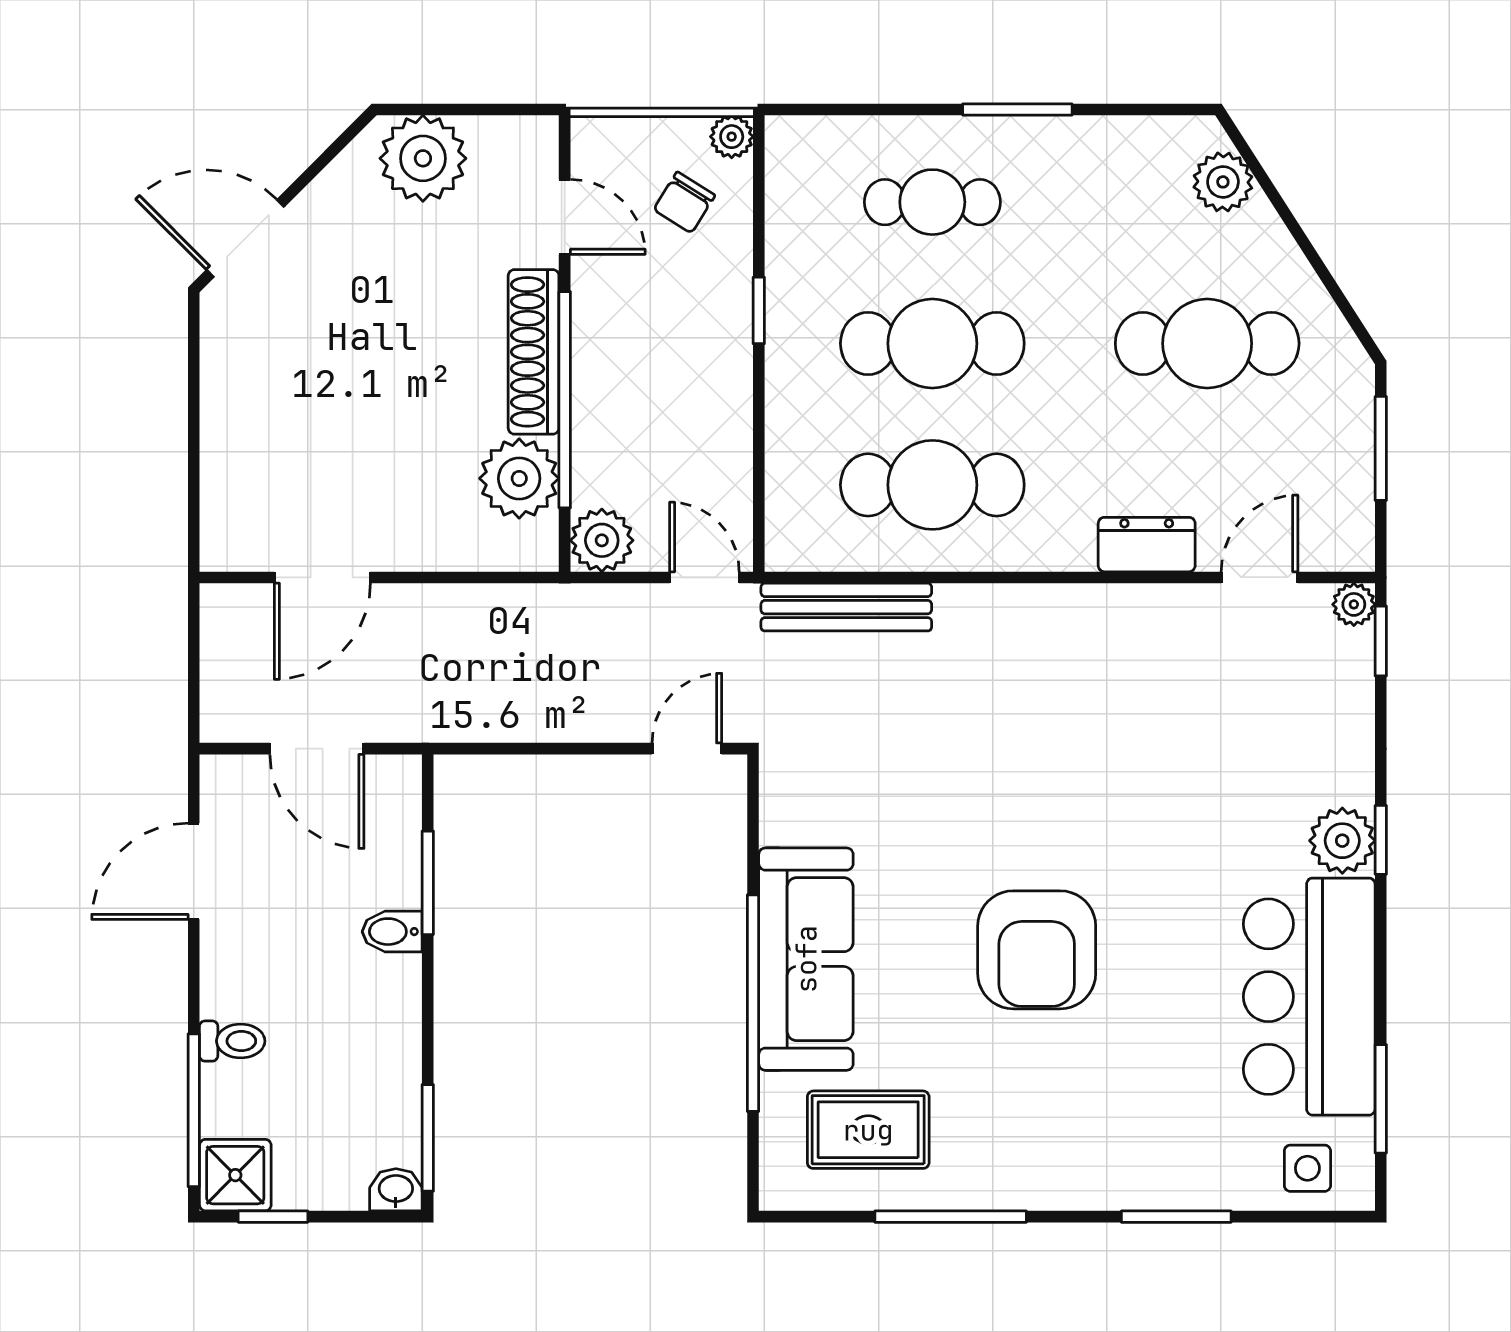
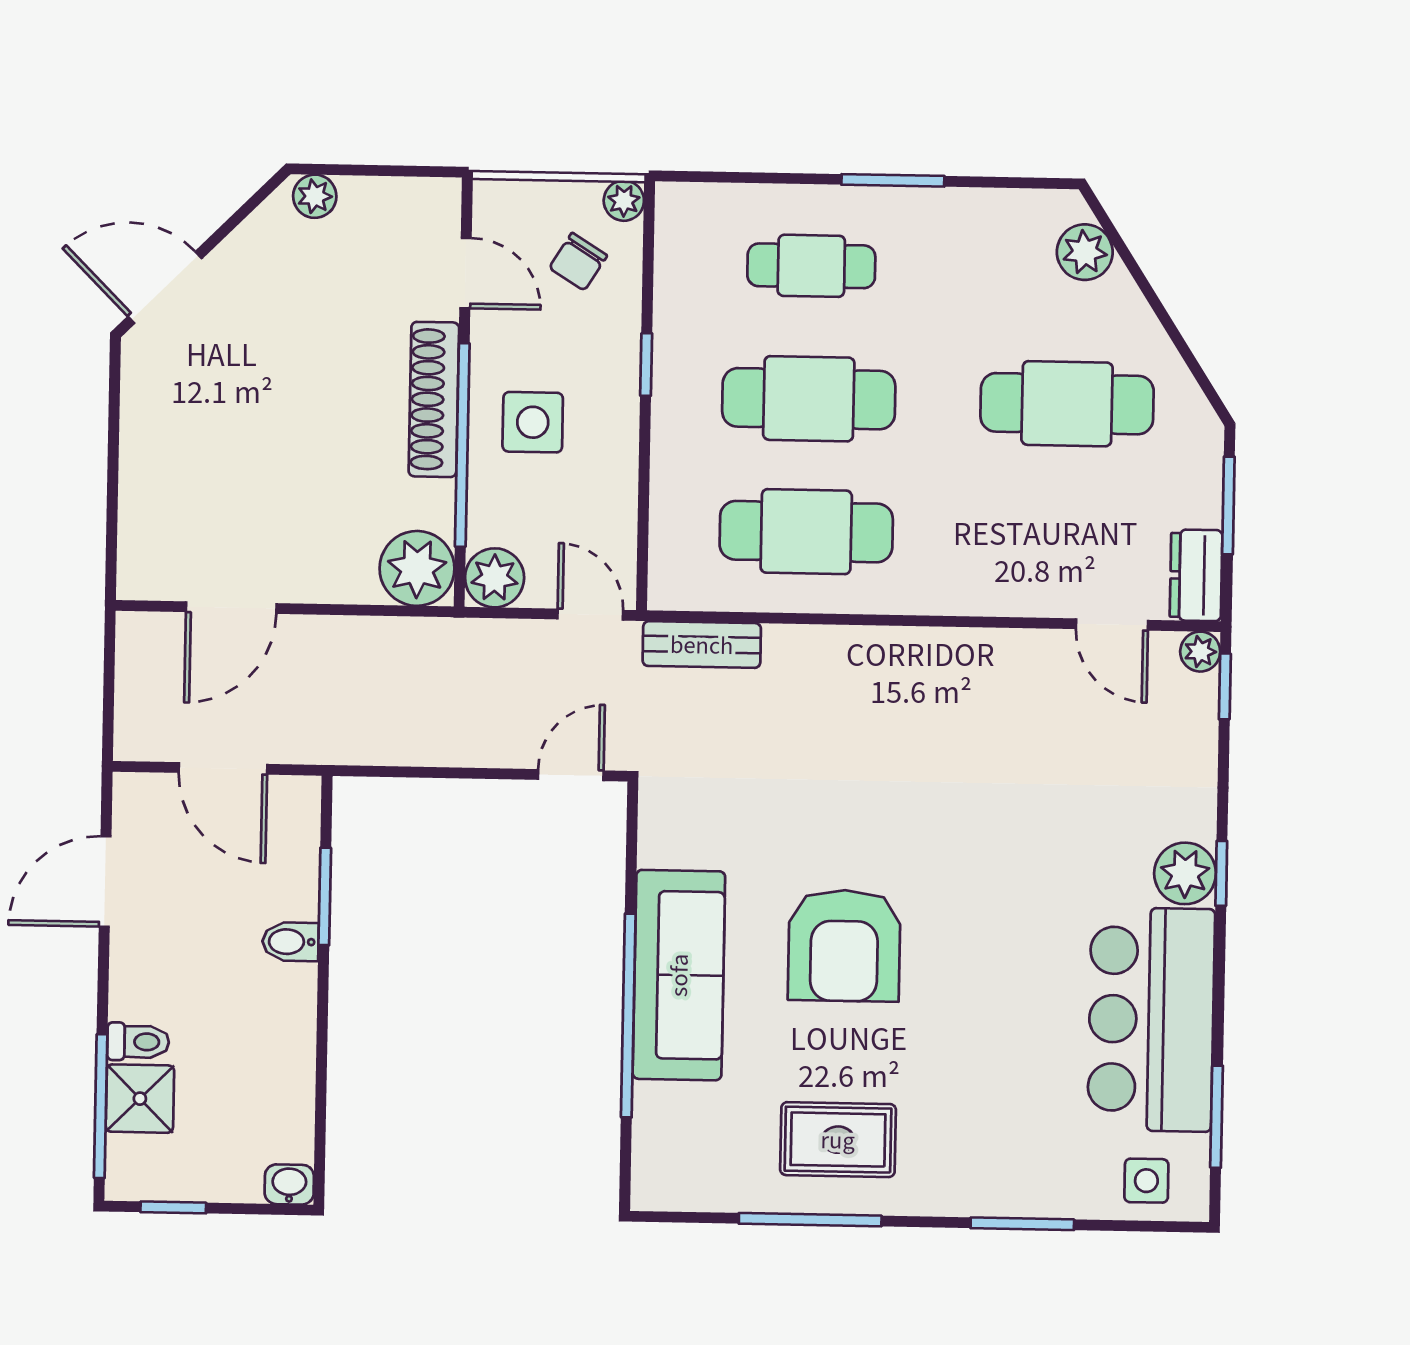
plant: (423, 158) -> (315, 196), width x0.53, depth x0.53
side table: (639, 374) -> (533, 422), added
plant: (519, 478) -> (417, 568), moved
dresser: (1147, 545) -> (1196, 575), moved, turned -90
door: (1259, 577) -> (1112, 625), swing flipped
bench: (846, 607) -> (702, 645), width x0.73
armchair: (1037, 950) -> (844, 945), moved
rug: (868, 1130) -> (838, 1140), moved
window: (428, 1138) -> (320, 1136), removed
shower: (235, 1175) -> (140, 1099), moved

